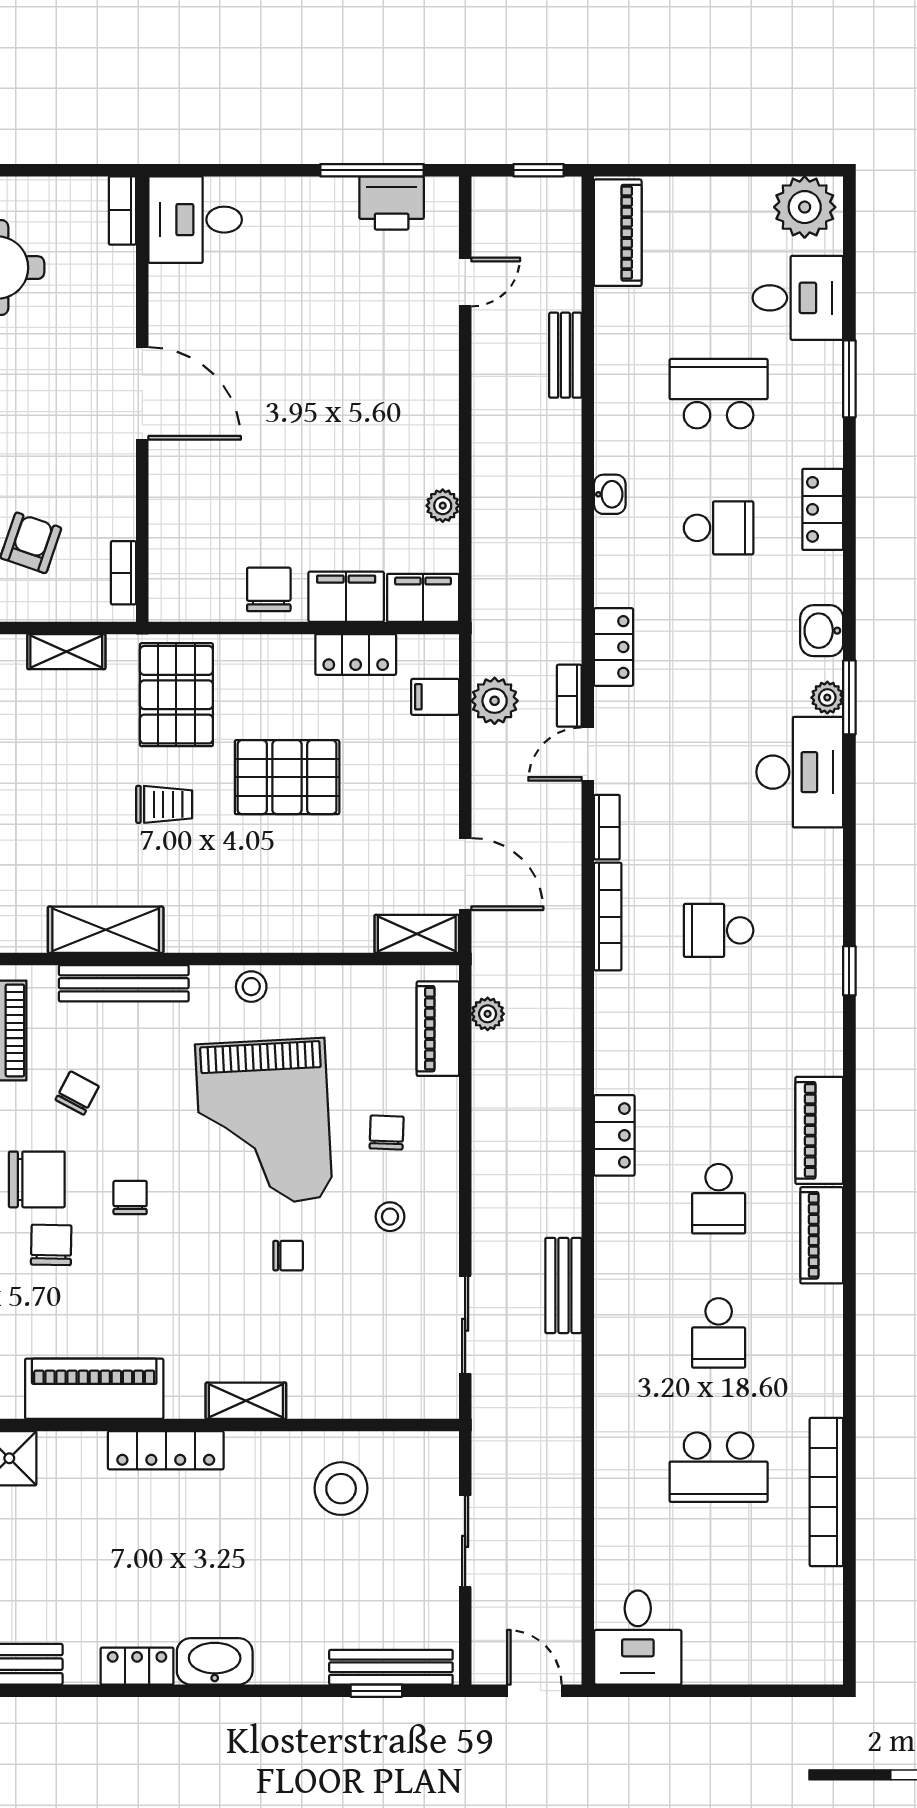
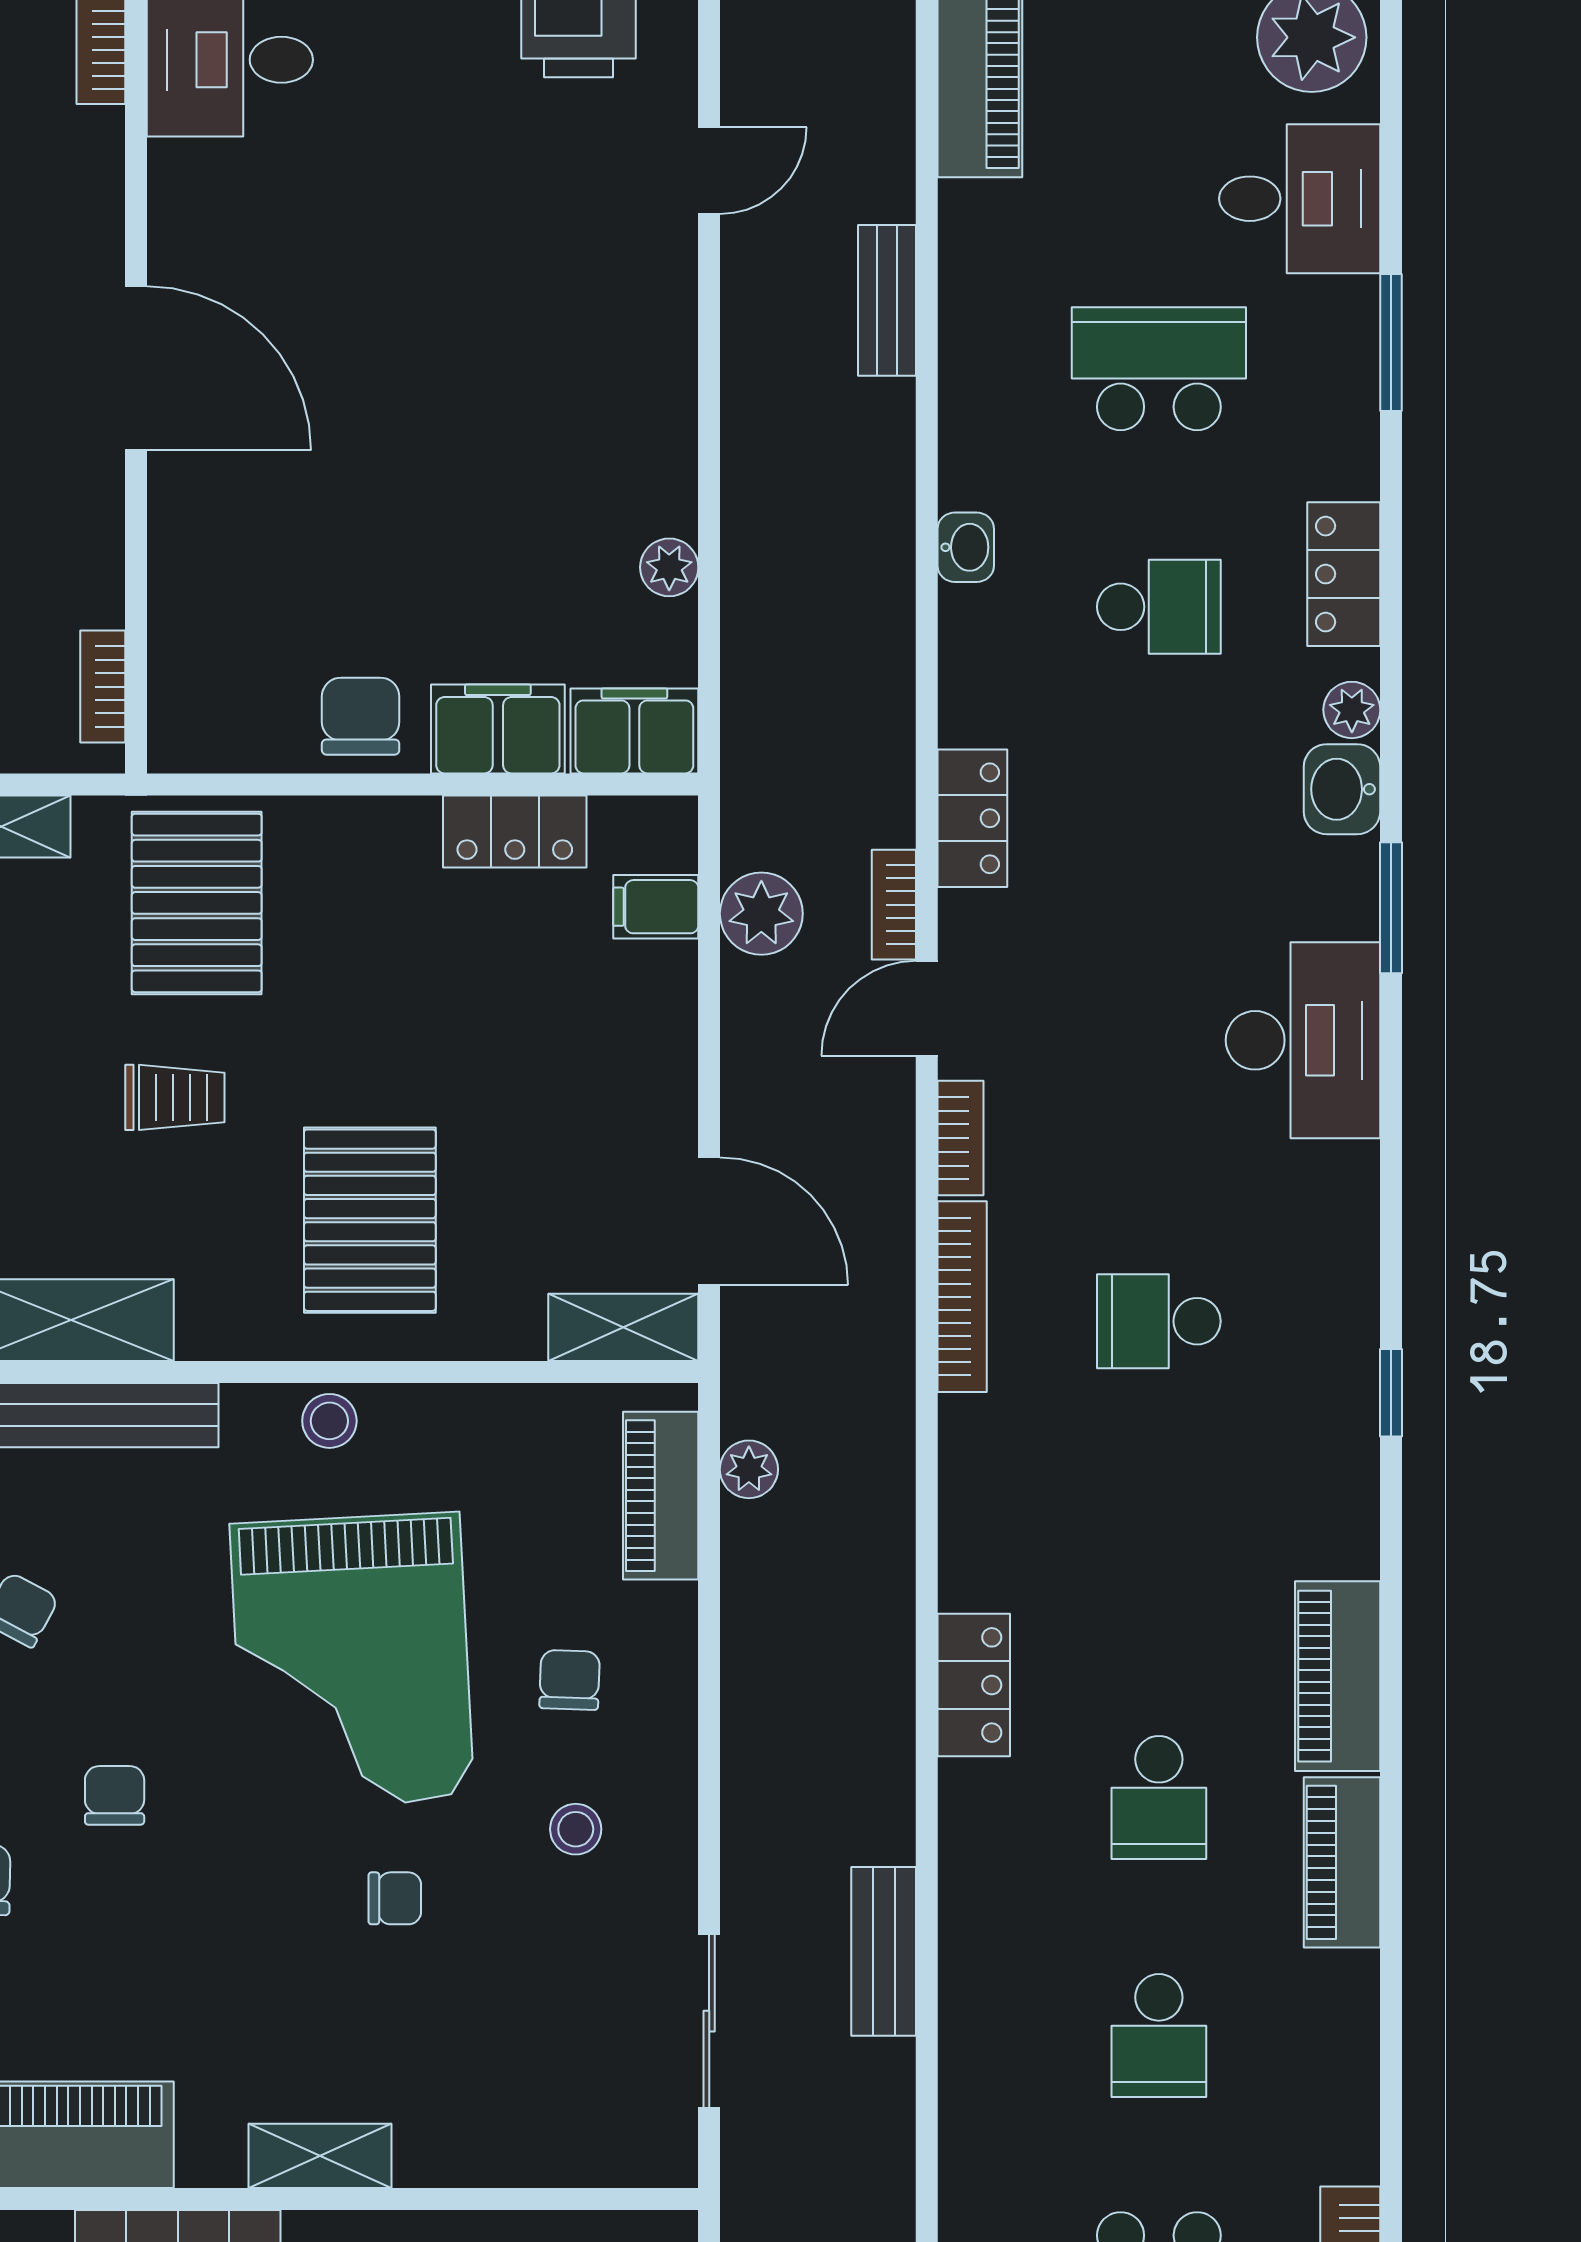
plant: (827, 698) -> (1352, 710), moved
pallet: (287, 777) -> (370, 1220), moved, turned 90

